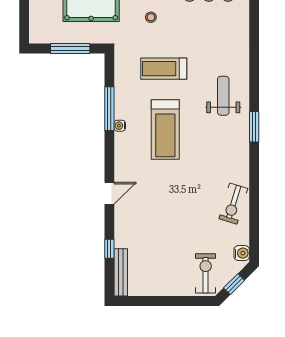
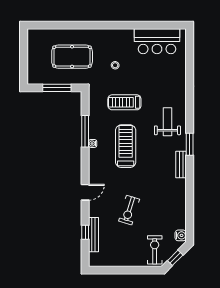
treadmill: (165, 129) -> (126, 146), turned 180
bench: (242, 155) -> (181, 165), added
exercise bike: (233, 204) -> (129, 210), moved
bench: (121, 272) -> (93, 235), moved

